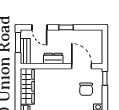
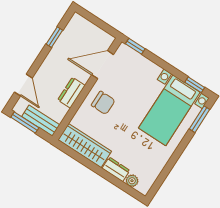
door: (40, 27) -> (23, 85), hinge flipped
window: (66, 27) -> (54, 37), moved
chair: (86, 89) -> (103, 103), moved

